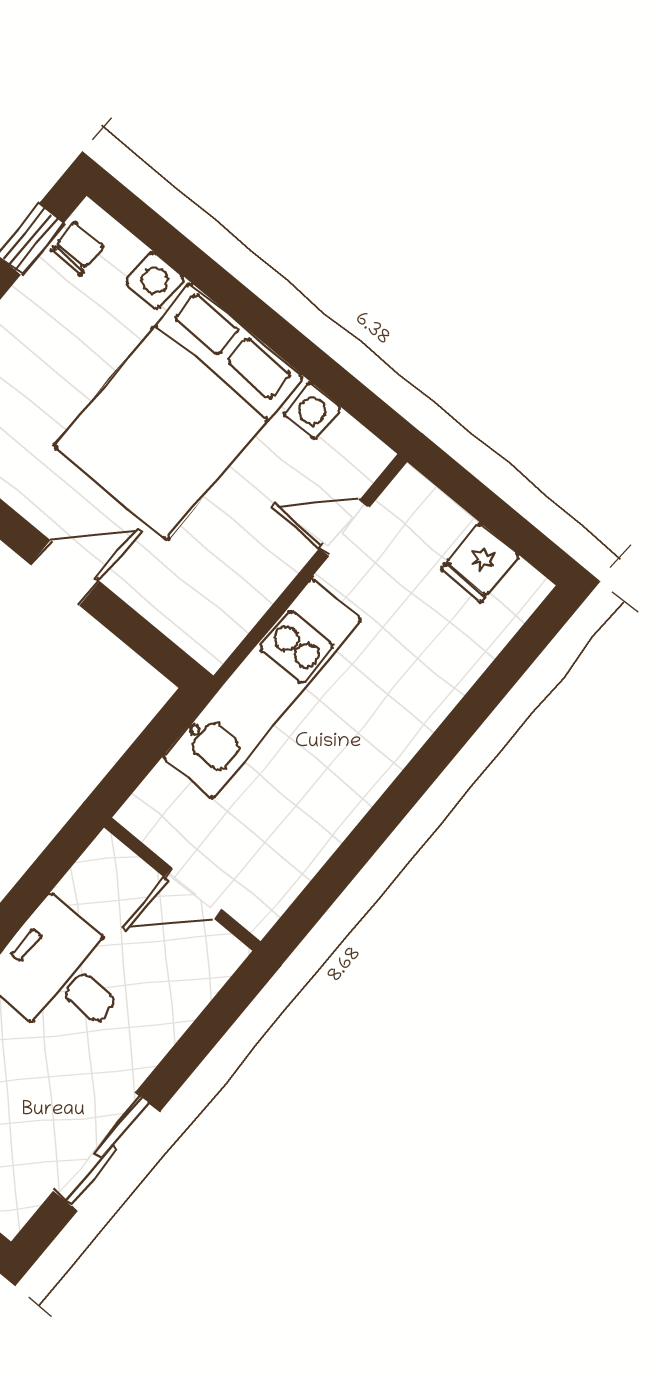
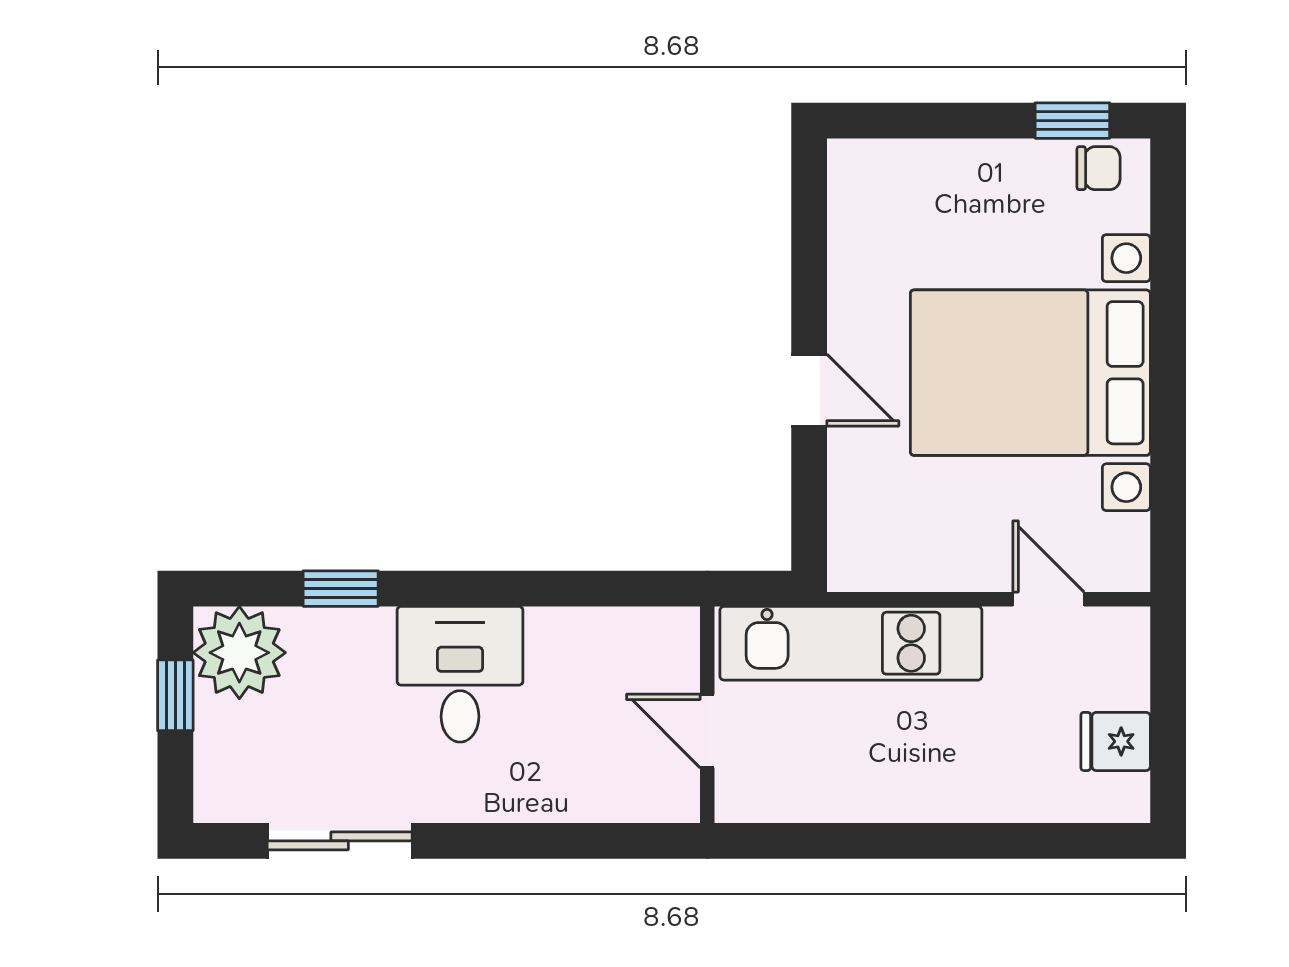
wall: (182, 884) -> (707, 715), moved
door: (193, 894) -> (707, 731), moved

